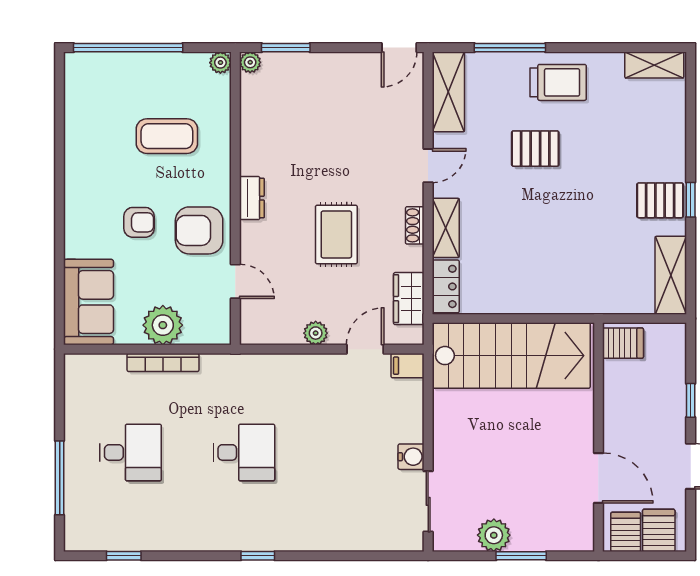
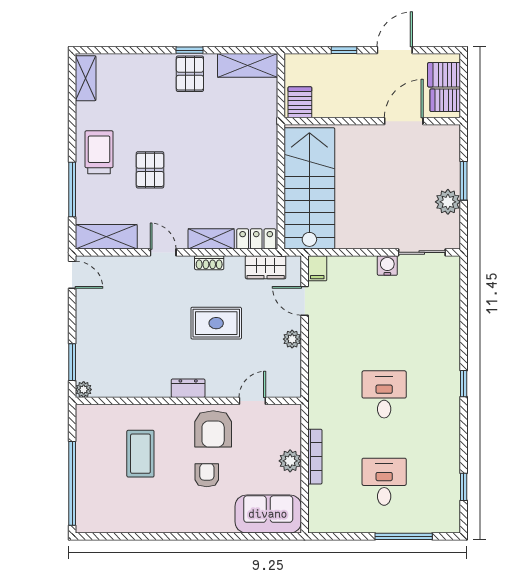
plant: (220, 63) -> (84, 412), removed
plant: (163, 325) -> (290, 461), width x0.73, depth x0.73

